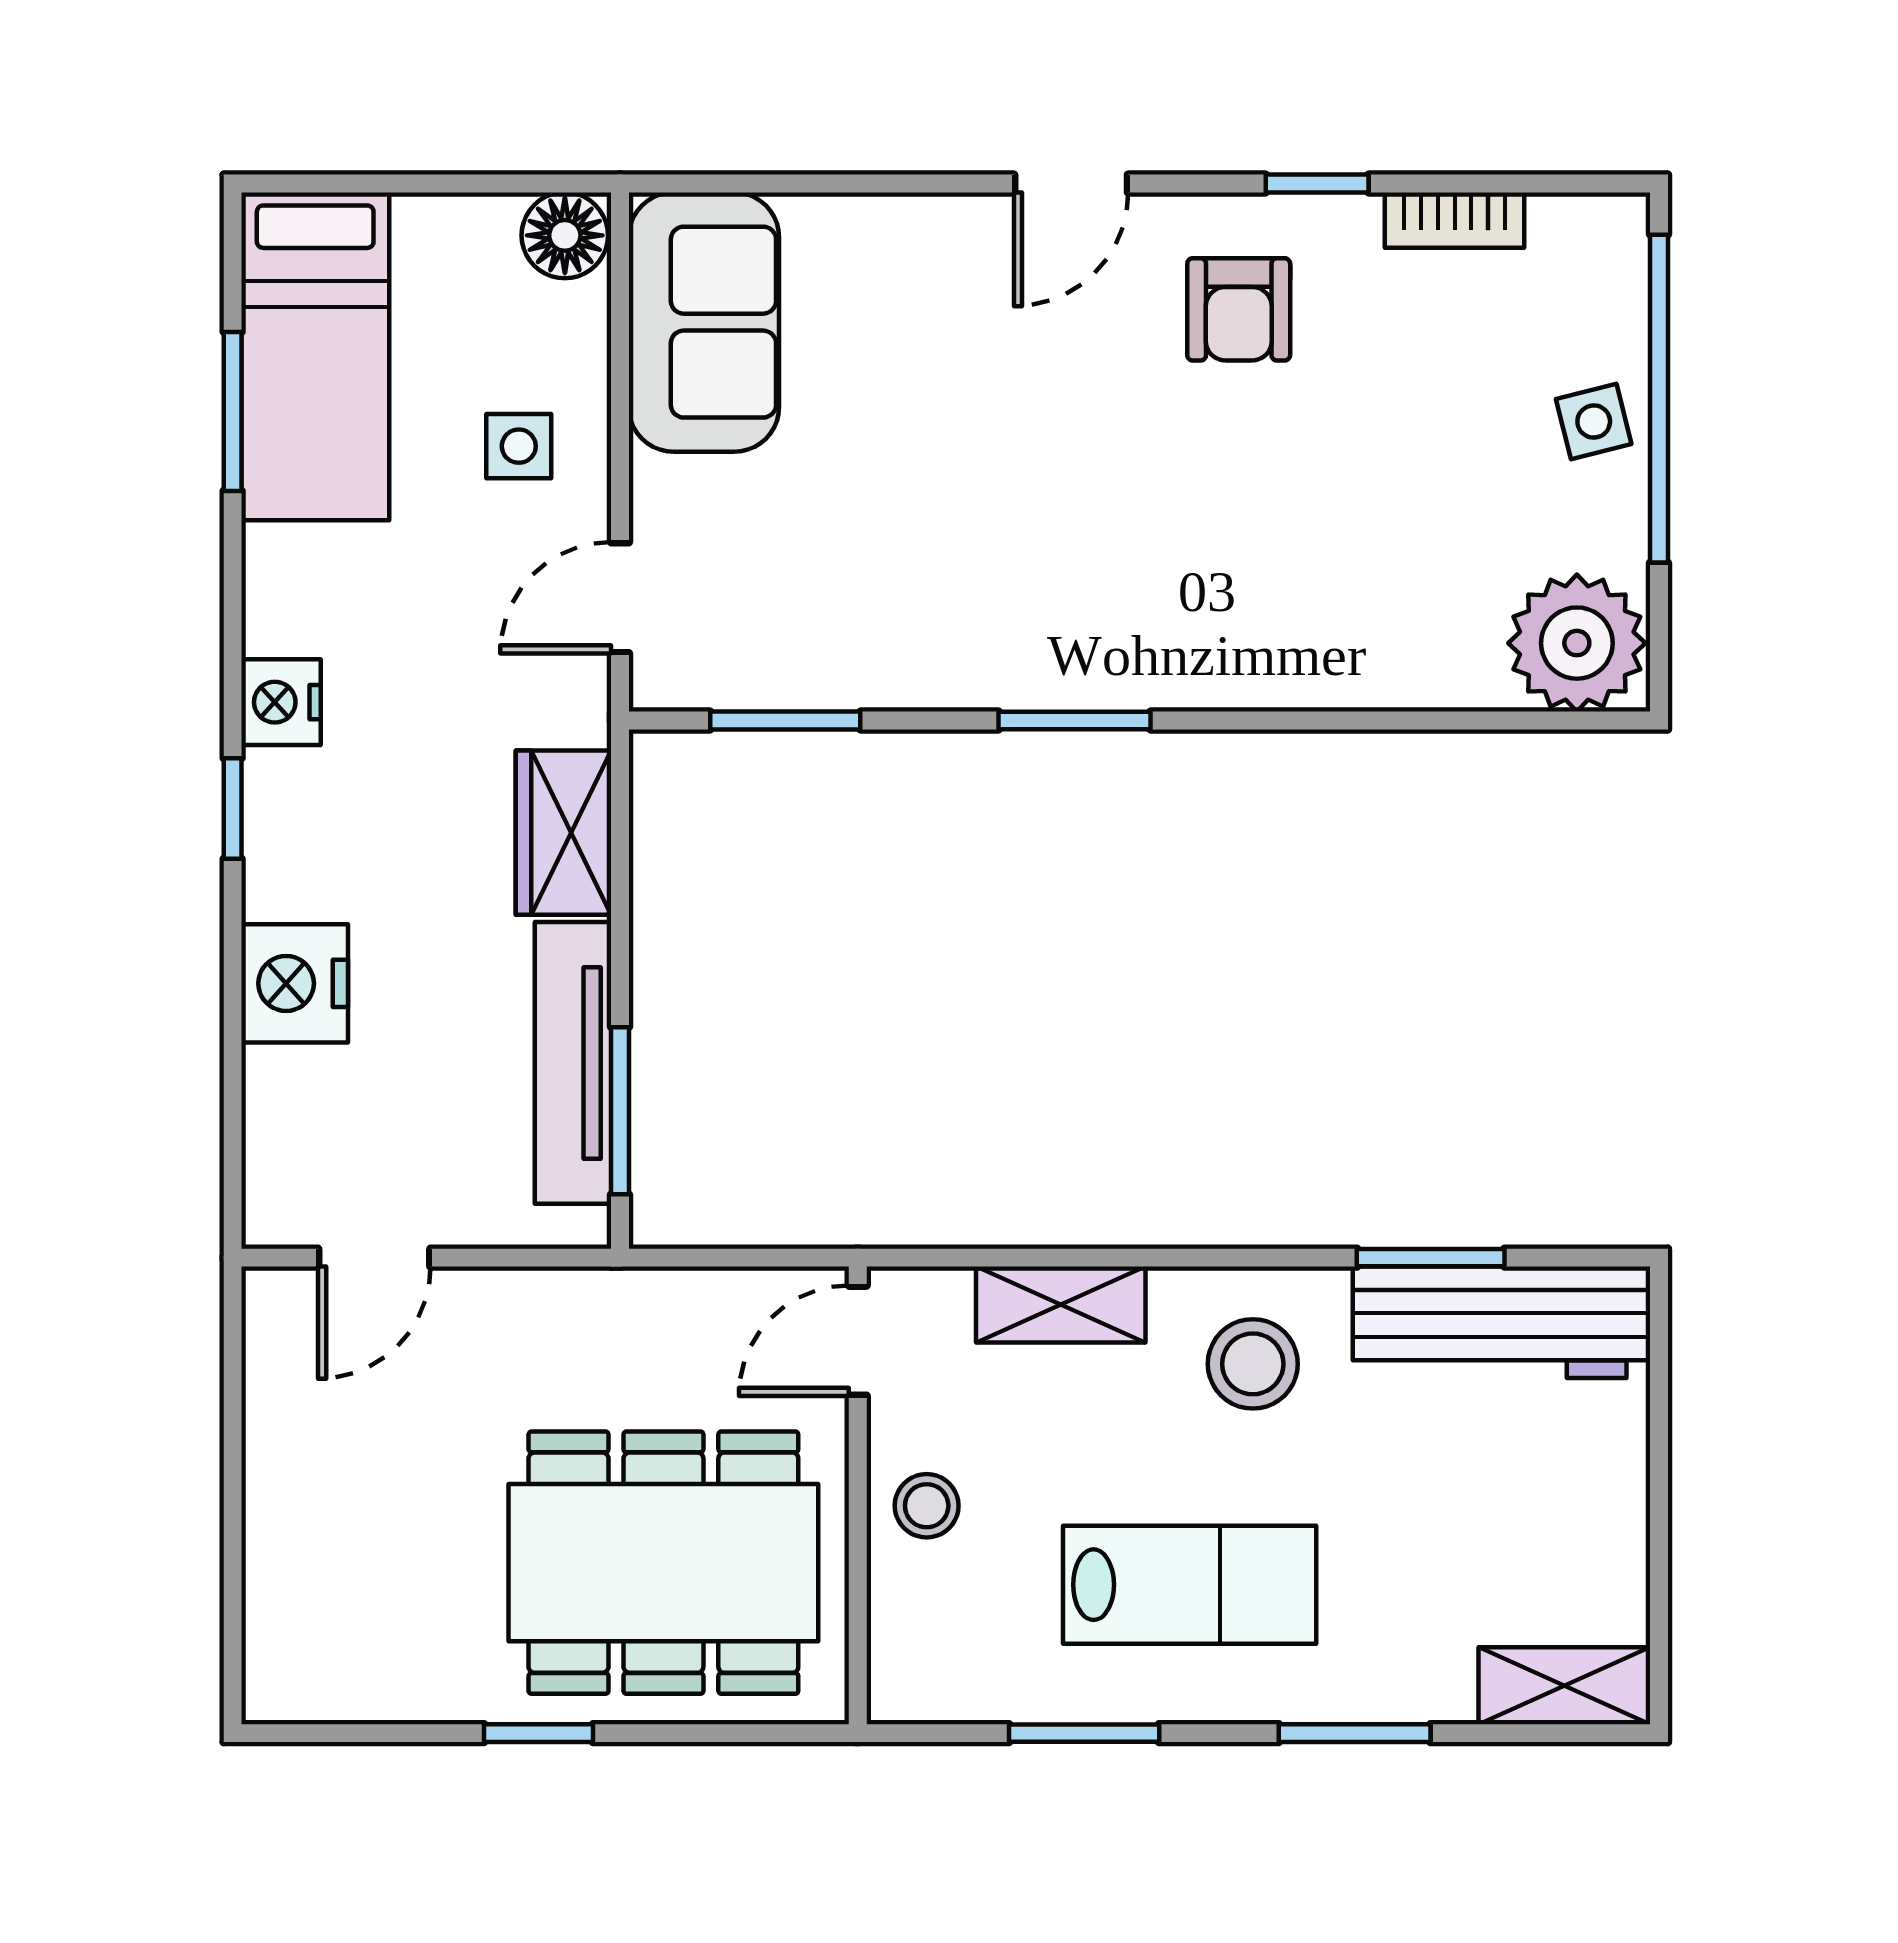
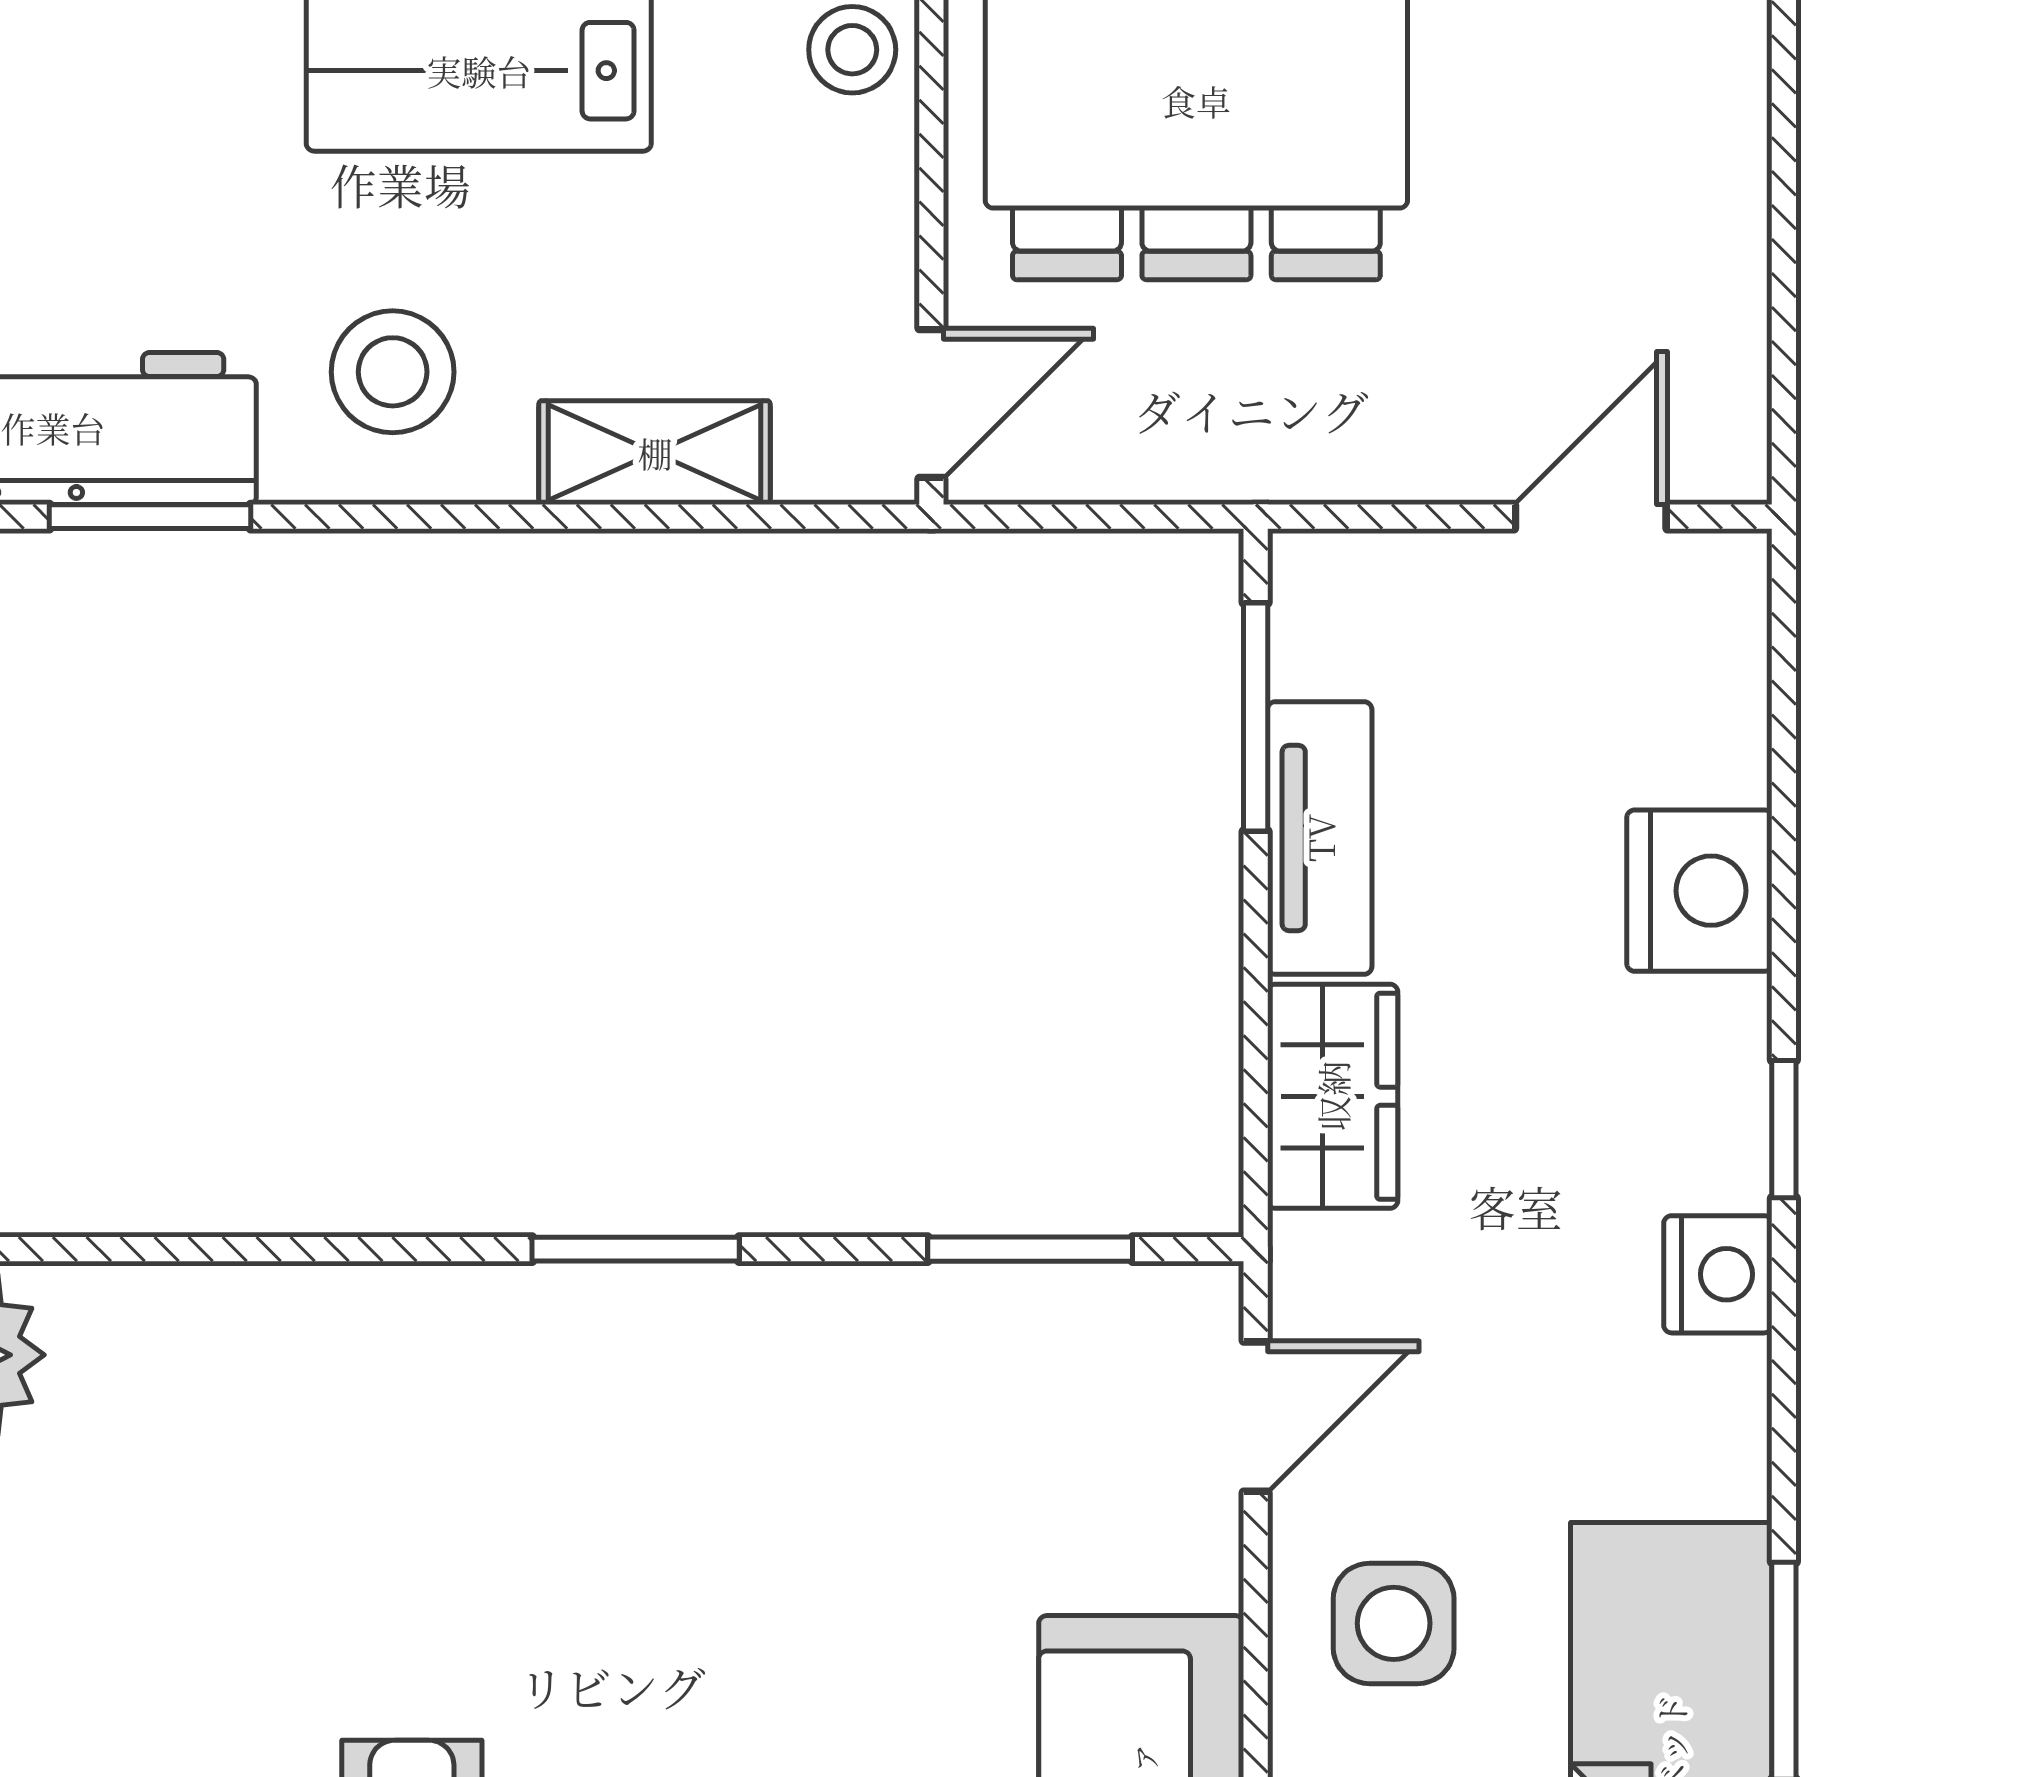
side table: (519, 446) -> (1394, 1623), width x1.37, depth x1.37
tv unit: (573, 1063) -> (1320, 838), width x0.71
stool: (927, 1506) -> (852, 50), moved

